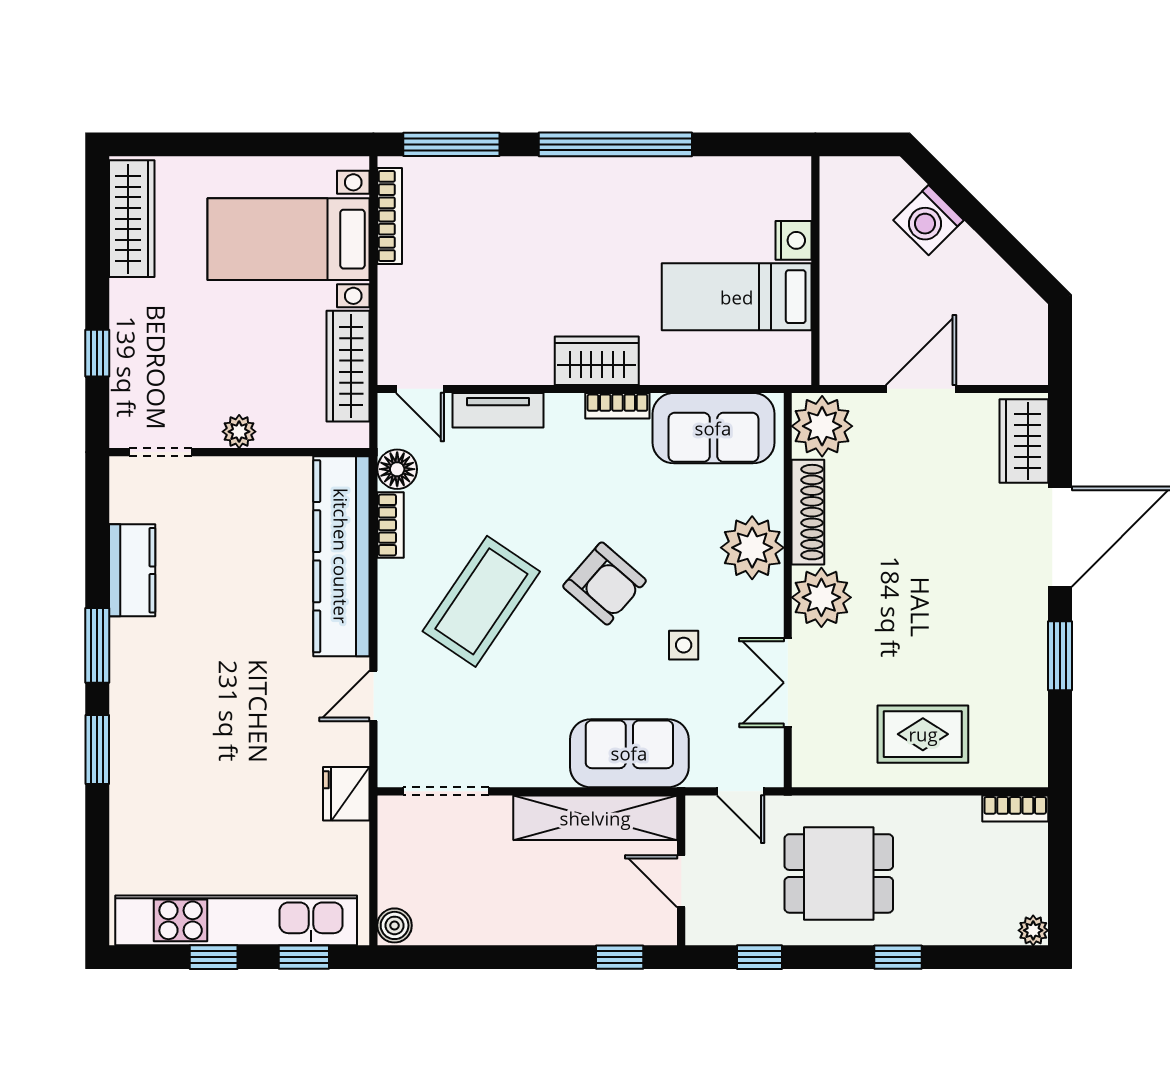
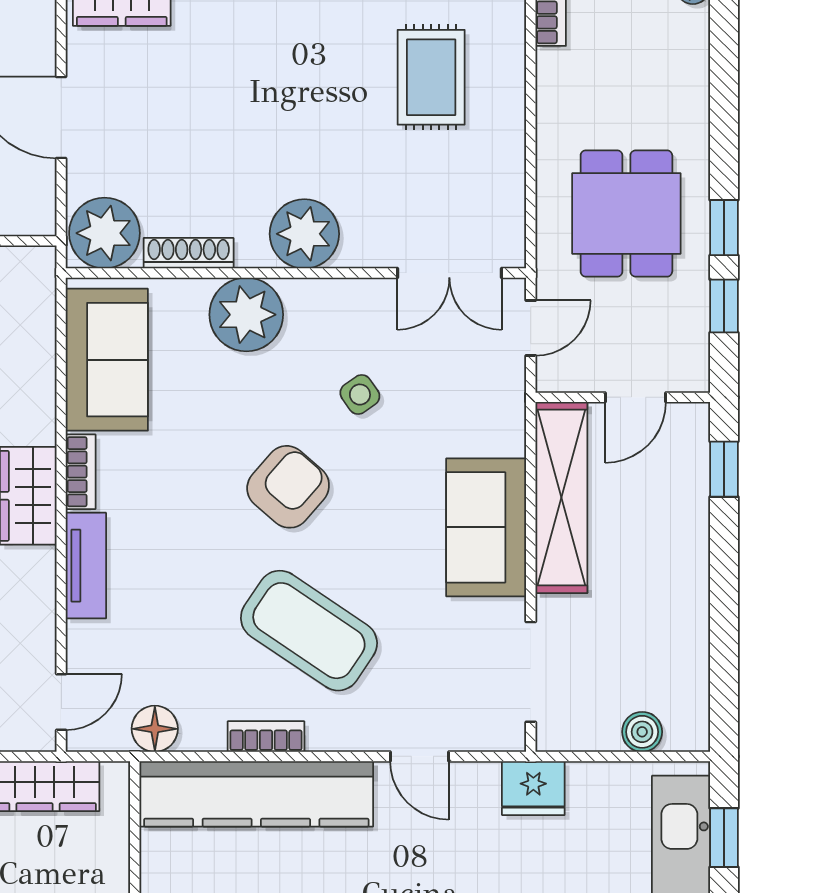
tv unit: (498, 410) -> (86, 566), moved
shoe rack: (808, 512) -> (189, 253), width x0.74, depth x0.81
bookcase: (391, 525) -> (266, 737), moved
side table: (684, 645) -> (360, 395), turned -35
double door: (788, 683) -> (449, 273), moved
rug: (923, 734) -> (431, 77), moved
sofa: (629, 753) -> (486, 527), moved
boiler: (395, 925) -> (642, 732), moved
window: (898, 957) -> (724, 228), moved

